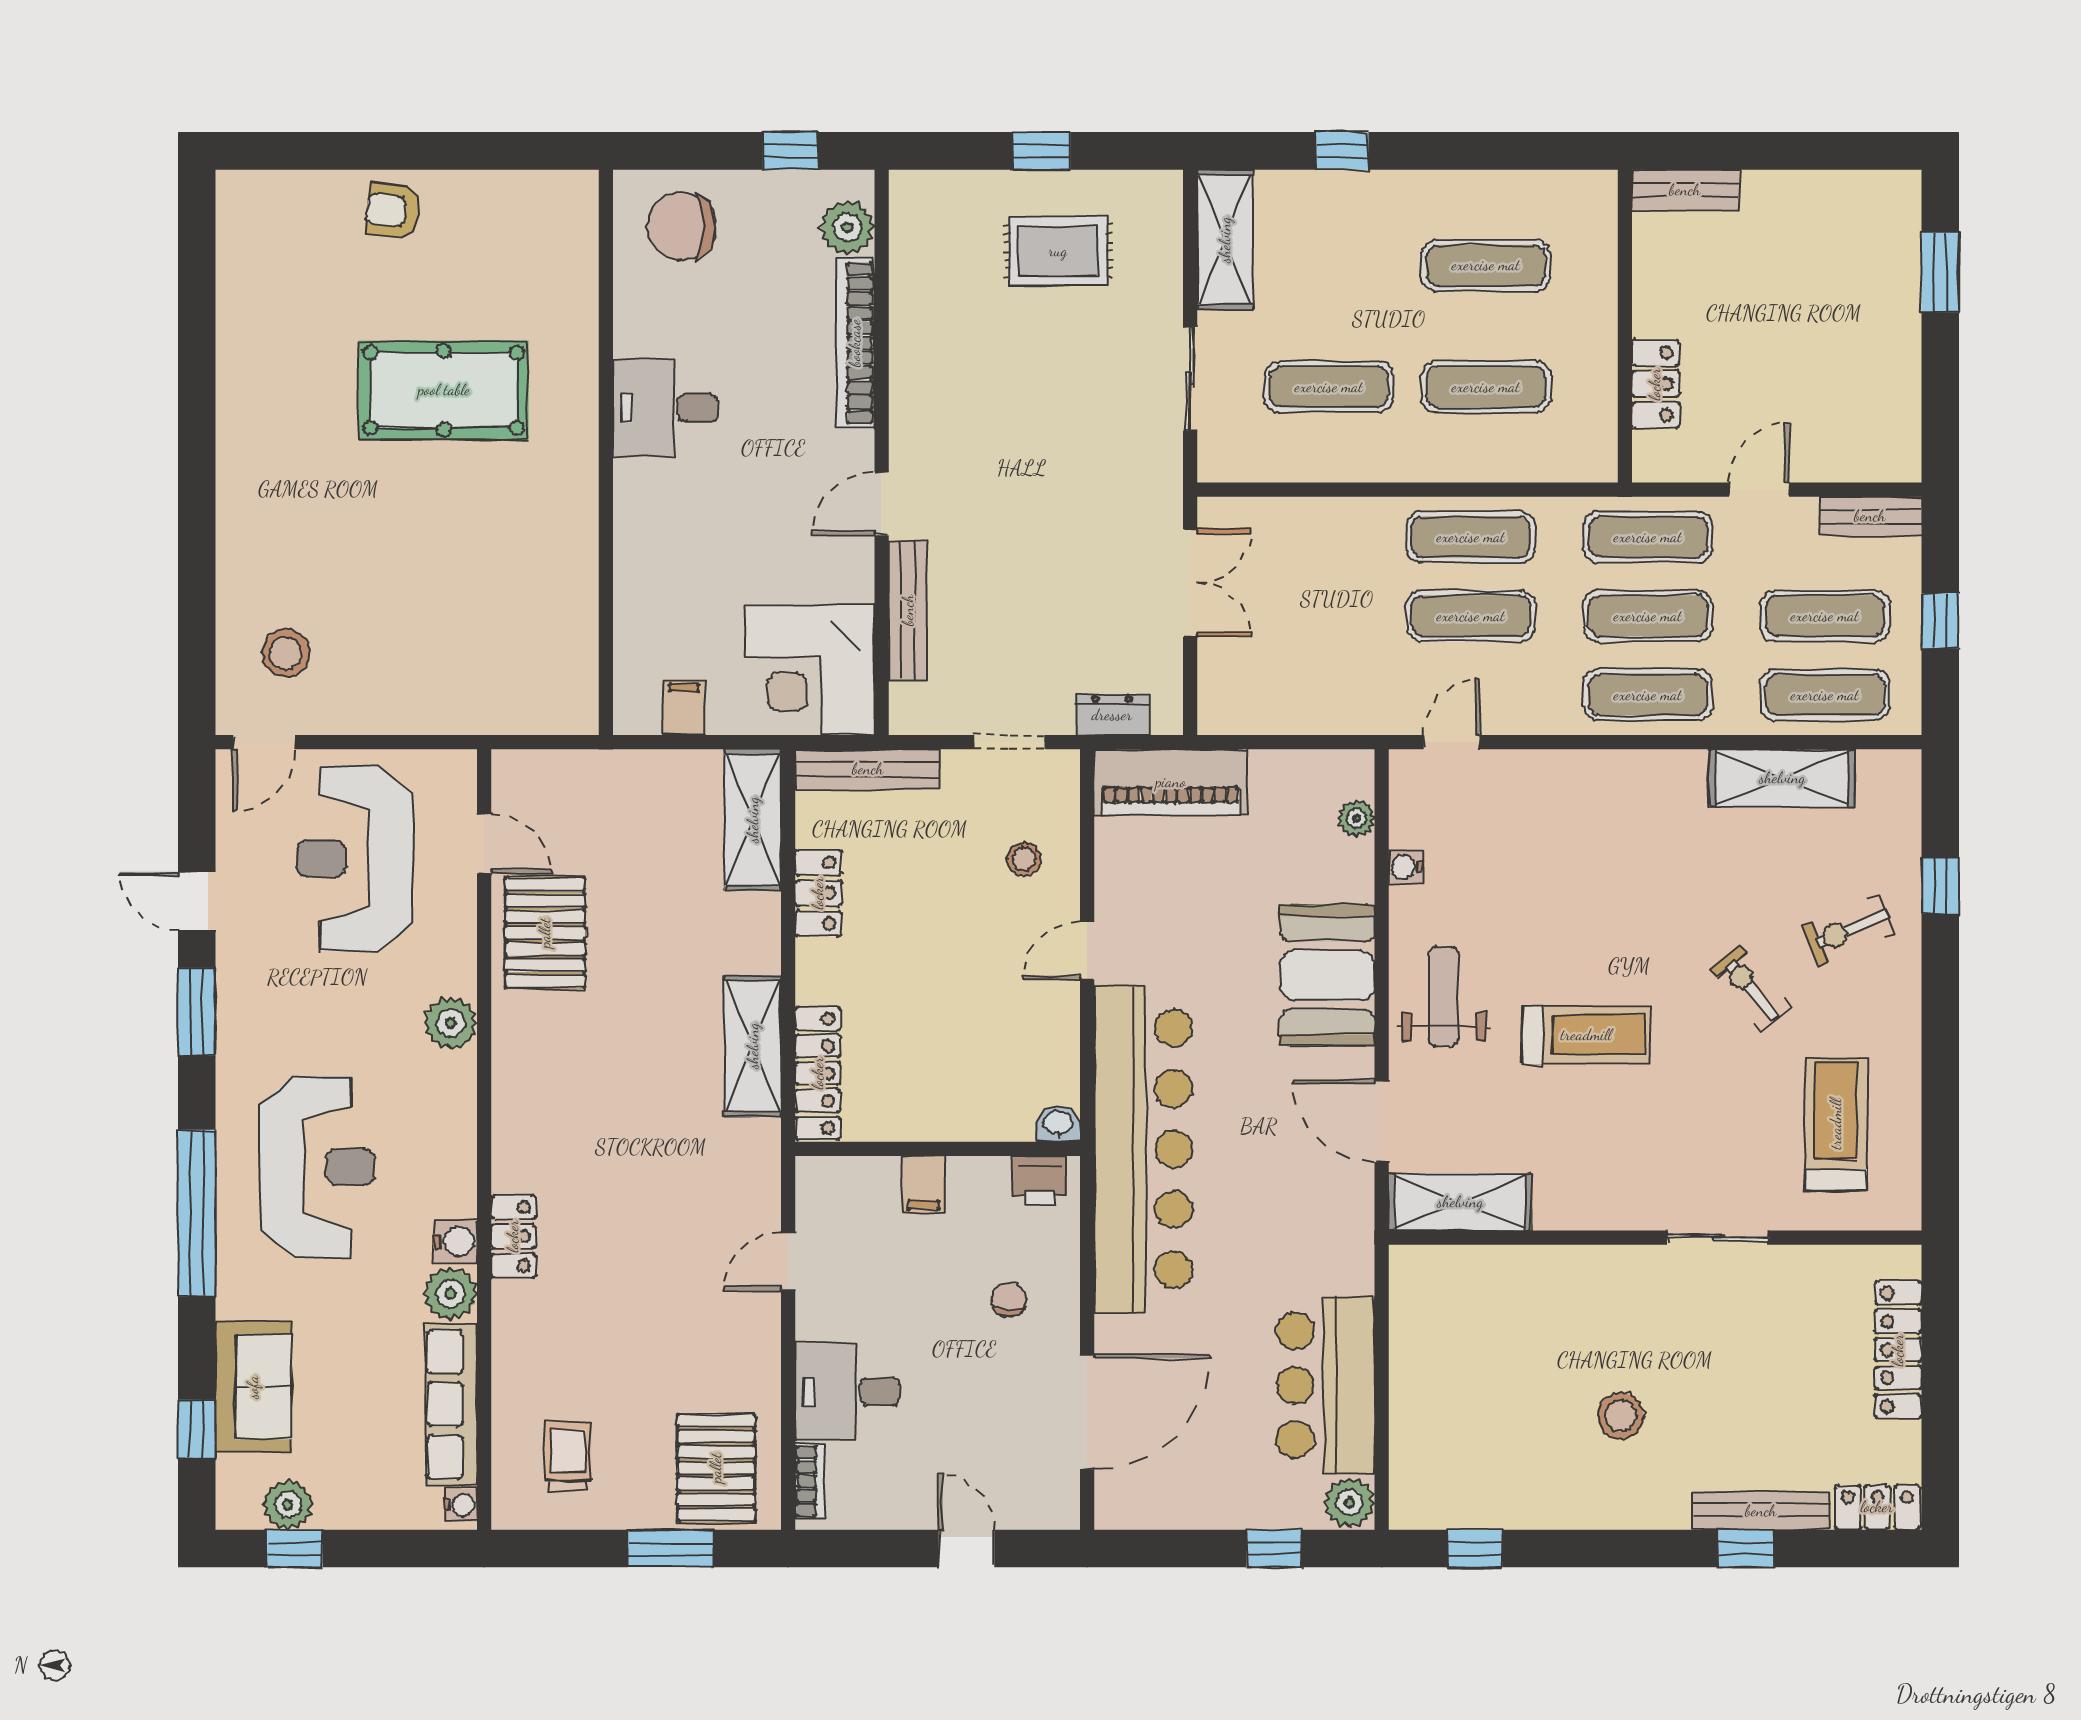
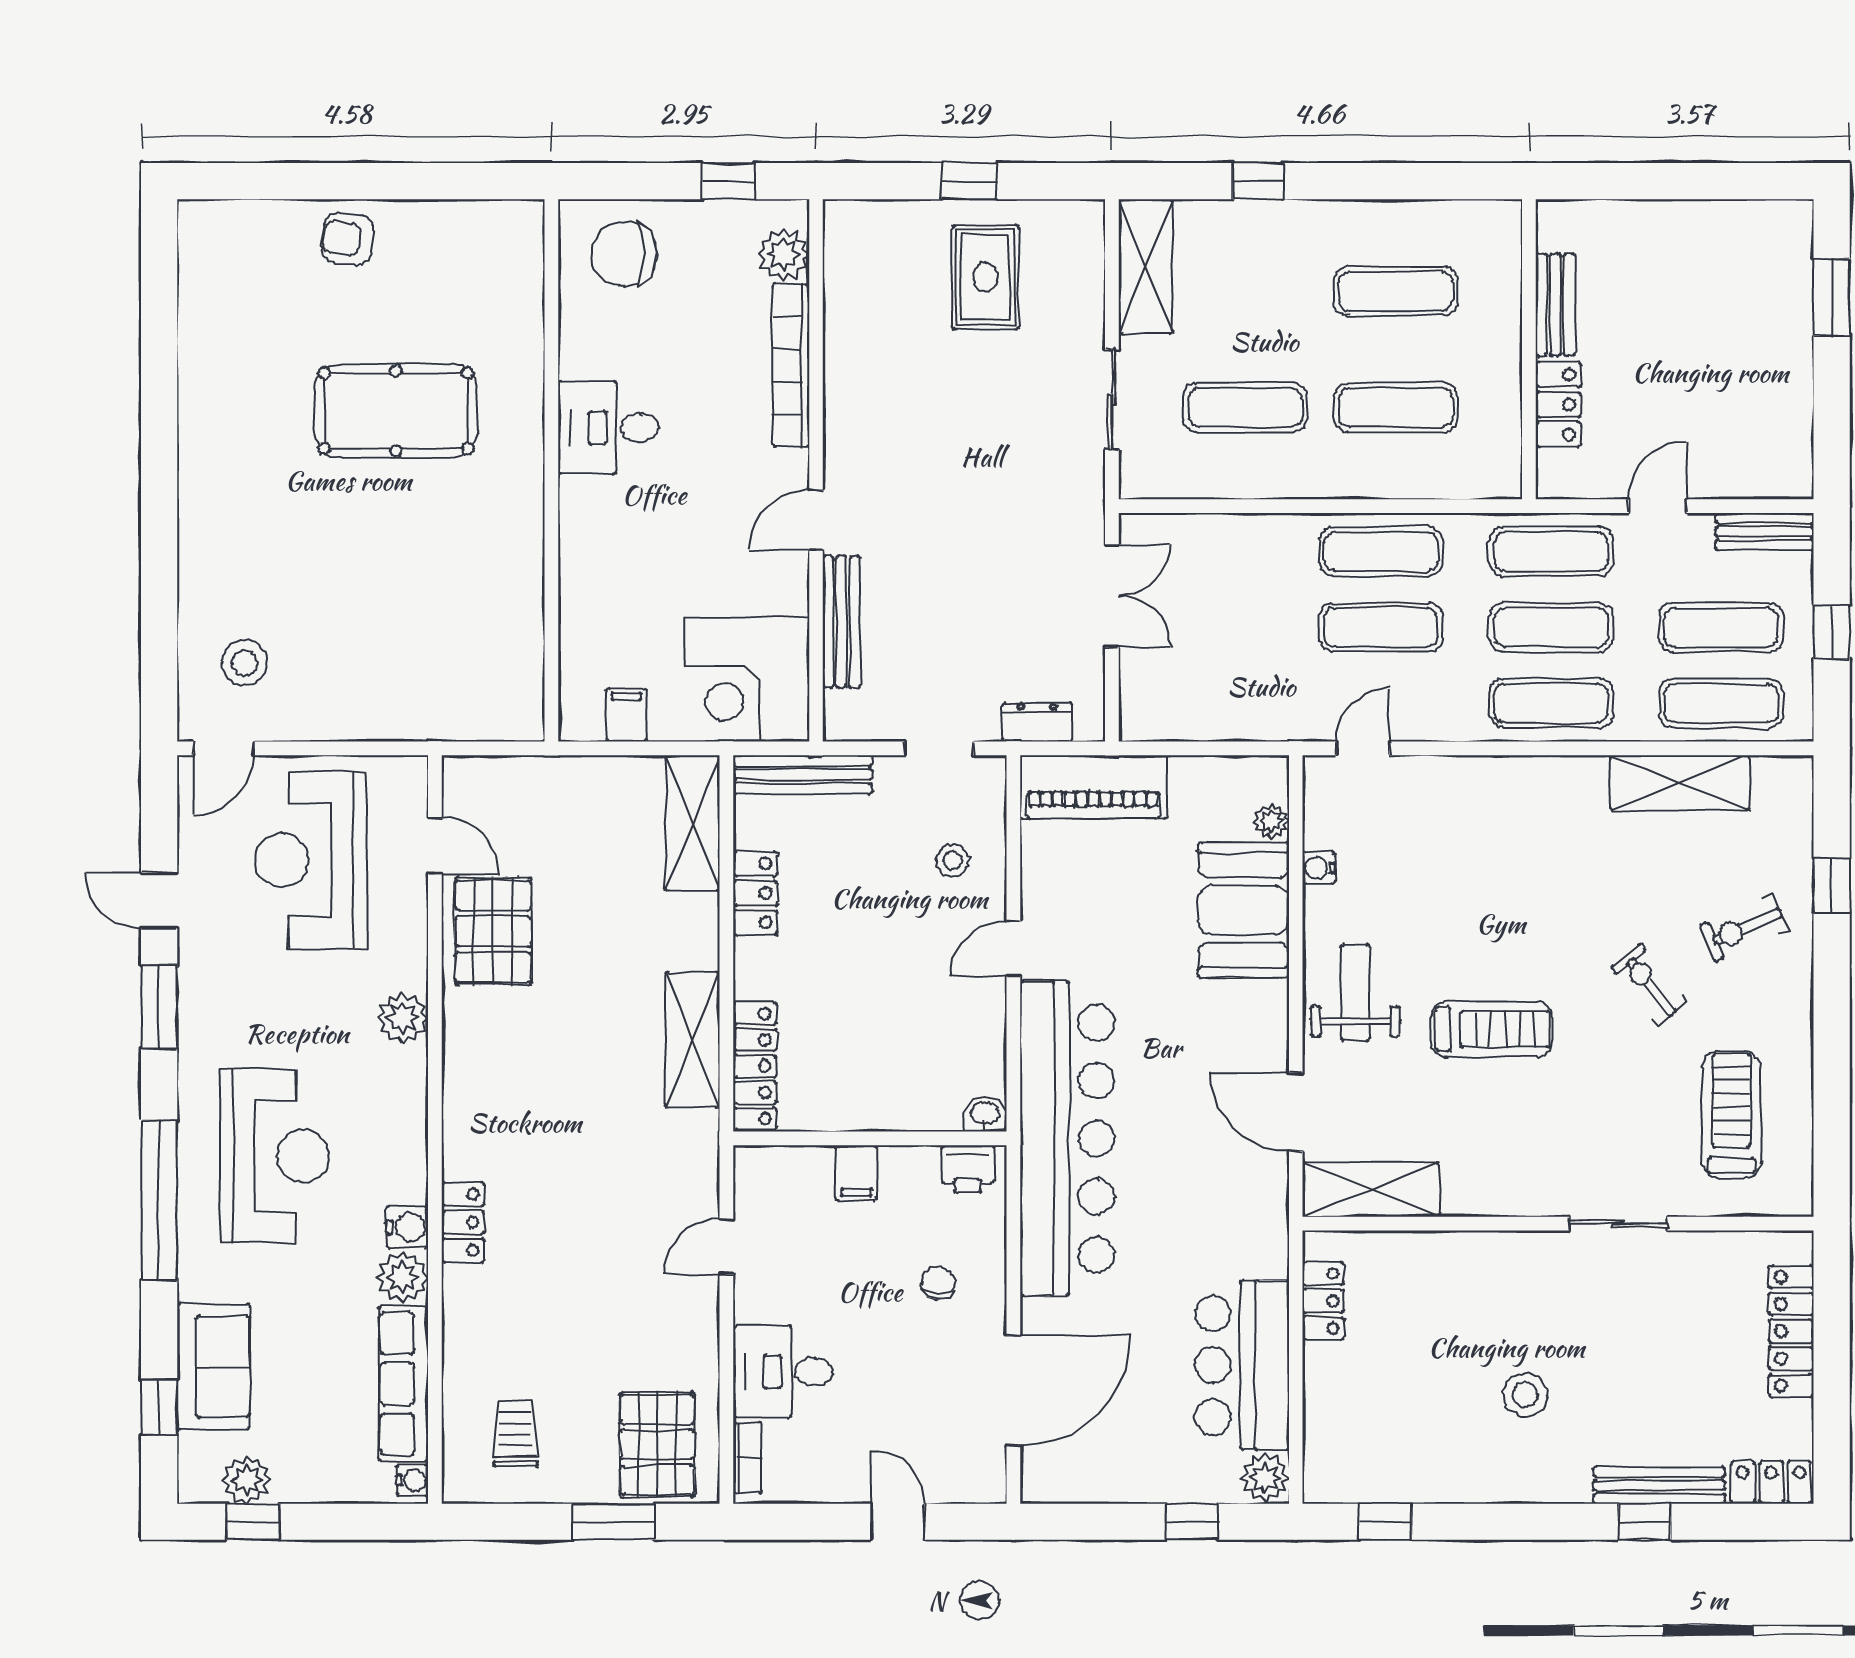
bench: (1685, 190) -> (1555, 305), moved, turned 90
rug: (1058, 251) -> (985, 277), turned 90
booth: (1327, 975) -> (1244, 910), moved
locker: (1410, 1318) -> (1323, 1301), added

